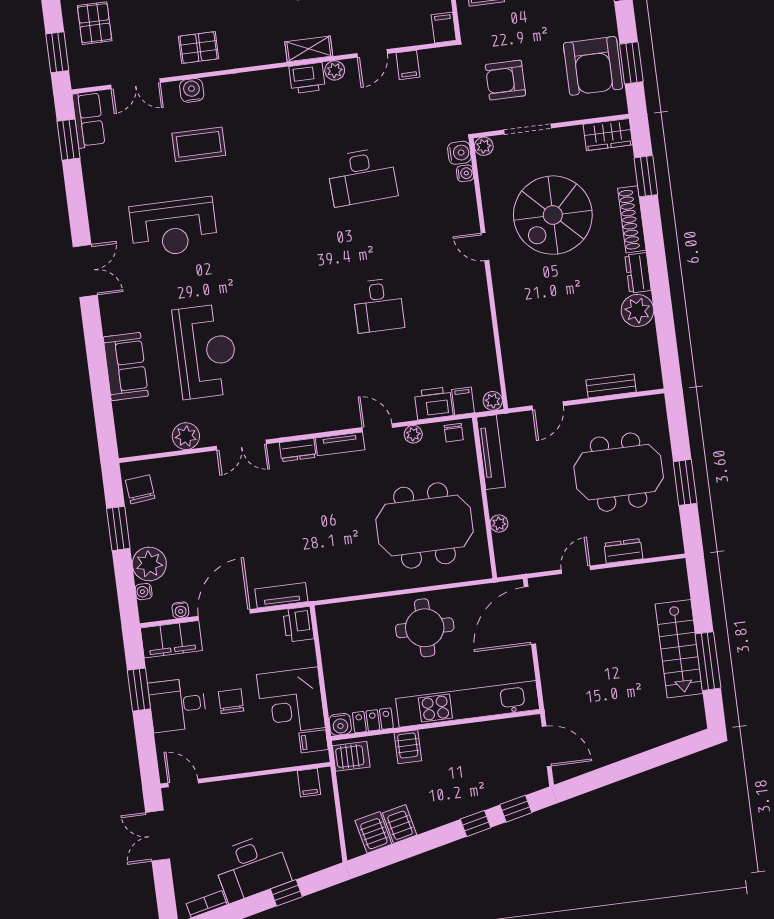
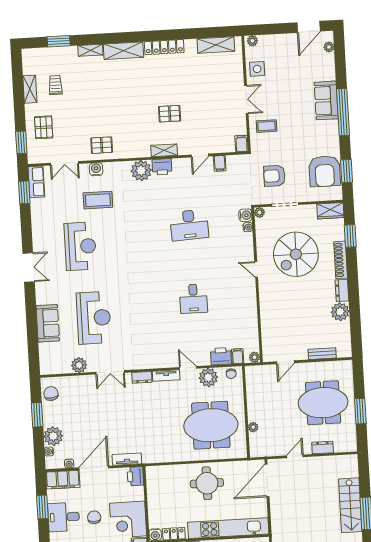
plant: (335, 70) -> (141, 171), moved, width x1.88, depth x1.88
reception desk: (174, 227) -> (80, 246), turned -90
plant: (413, 434) -> (208, 377), width x1.88, depth x1.88
tv unit: (491, 452) -> (251, 386), removed

